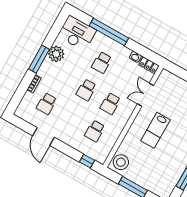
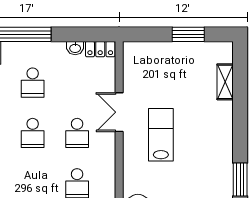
double door: (146, 95) -> (119, 112), moved
lab bench: (155, 130) -> (161, 135), turned 180

